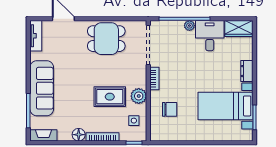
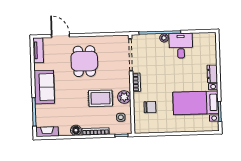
wardrobe: (239, 29) -> (205, 39), removed
dining table: (106, 39) -> (84, 61), moved, turned 90
sofa: (42, 88) -> (44, 87), width x0.73

